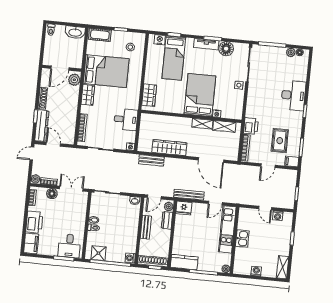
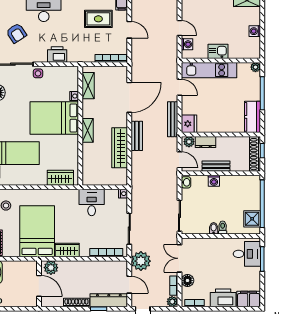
armchair: (275, 70) -> (16, 33), added
shelving: (202, 124) -> (88, 130), moved
printer: (251, 126) -> (57, 54), moved
door: (53, 144) -> (129, 285), swing flipped
plant: (72, 156) -> (141, 261), added
bench: (151, 160) -> (137, 136), moved
door: (265, 208) -> (179, 28), hinge flipped
washing machine: (278, 216) -> (187, 44), moved
washing machine: (130, 258) -> (214, 181), moved

